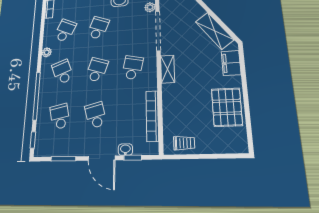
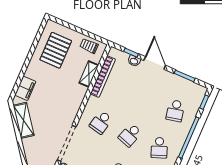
shelving: (168, 69) -> (89, 74), moved
pallet: (227, 107) -> (56, 50), moved
school desk: (96, 115) -> (146, 98), removed

